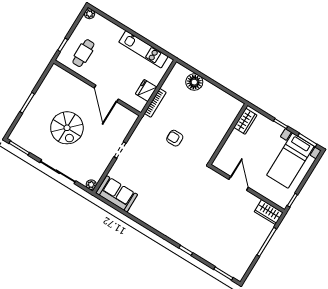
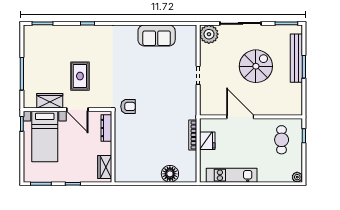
bench: (29, 114) -> (296, 58), added
spiral stairs: (67, 128) -> (256, 66), turned 90
armchair: (175, 138) -> (128, 106), moved
dresser: (224, 153) -> (106, 128), added
bed with nightstands: (290, 161) -> (45, 136), moved, turned 180
plant: (91, 185) -> (209, 34), width x1.87, depth x1.87
sofa: (117, 194) -> (157, 35), moved
rug: (219, 210) -> (80, 76), added
wardrobe: (269, 212) -> (50, 101), moved

